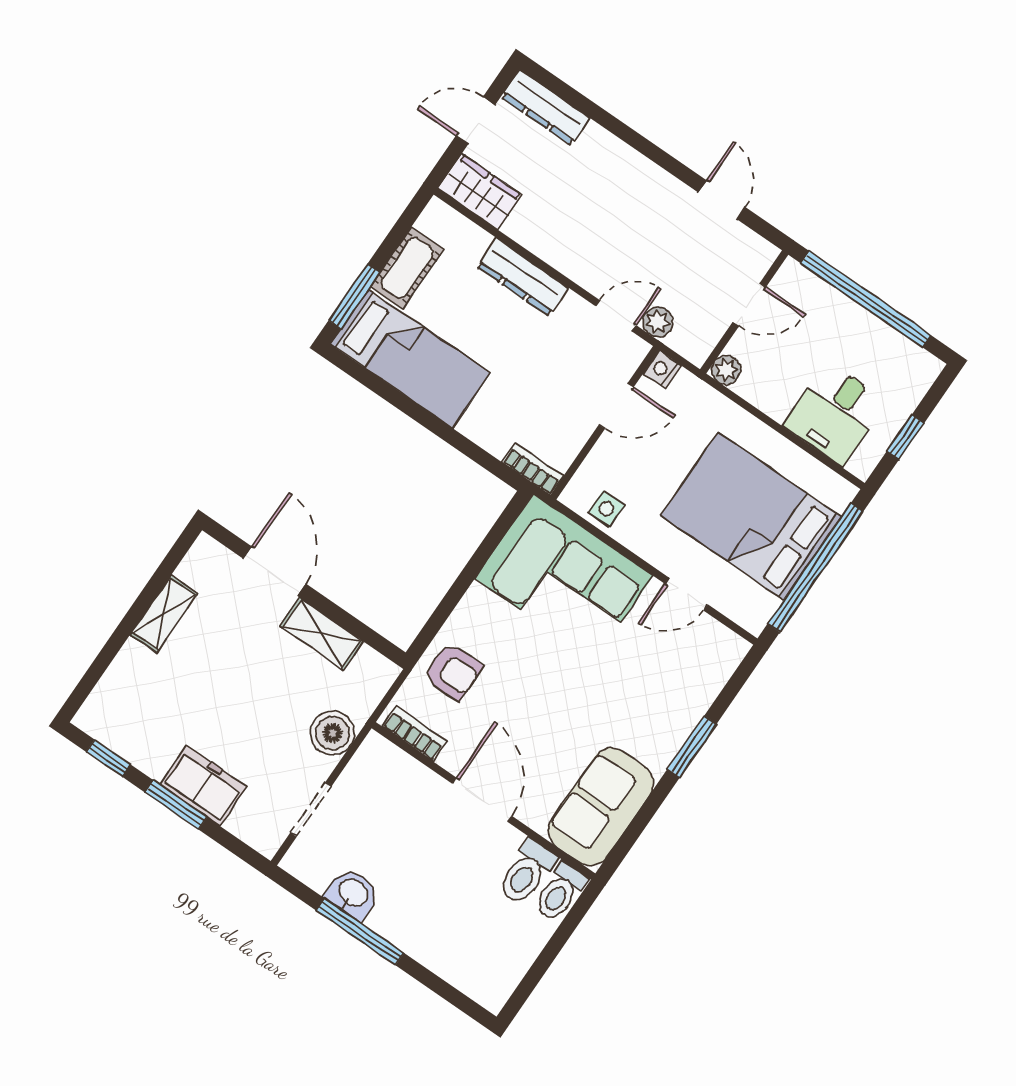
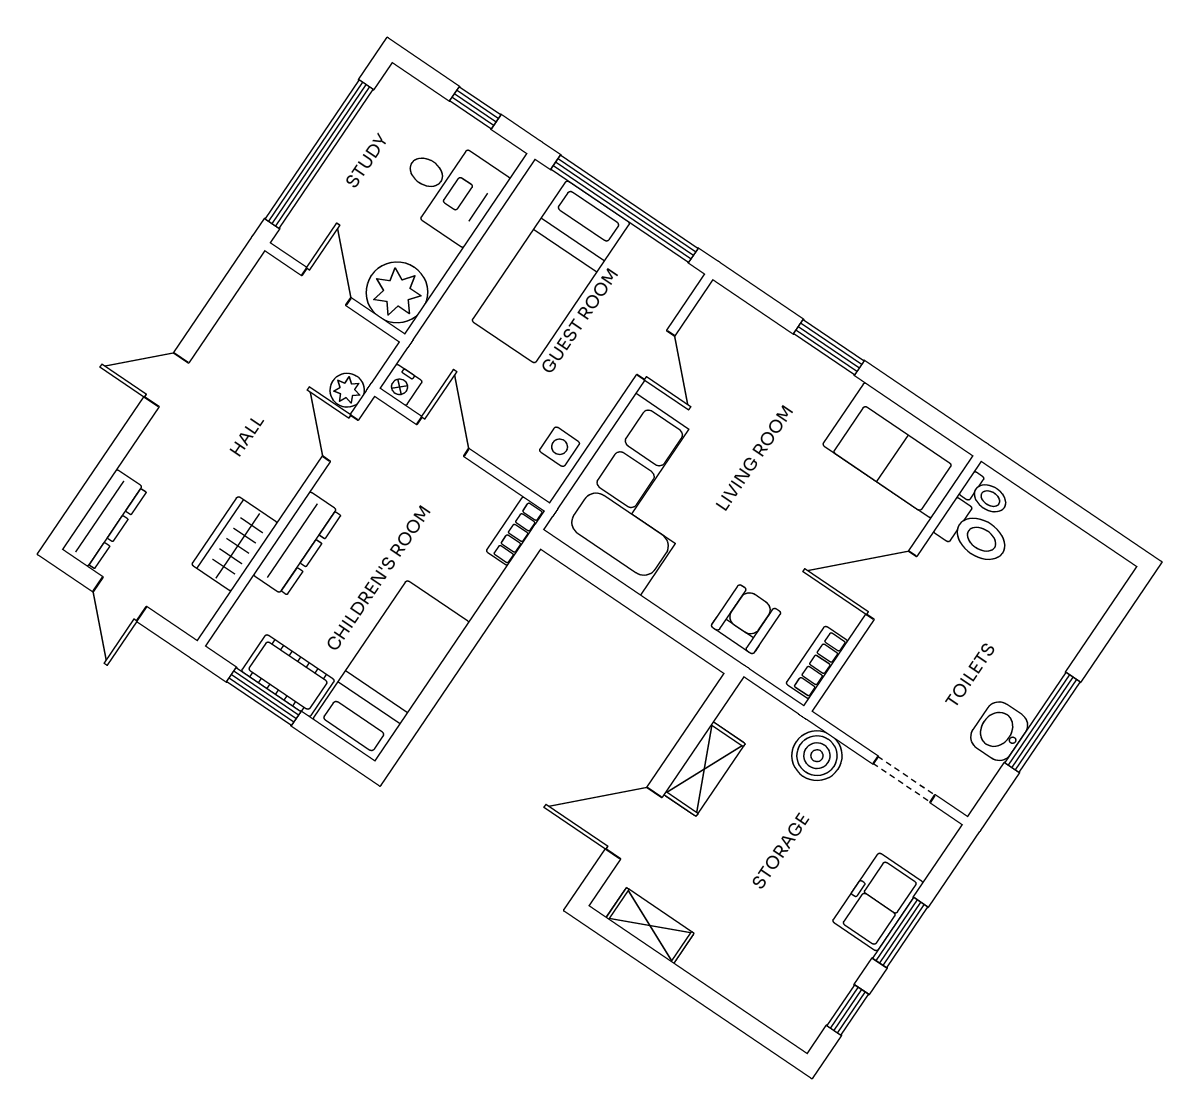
wardrobe: (480, 192) -> (235, 544), moved
door: (722, 200) -> (166, 380), moved
window: (354, 296) -> (264, 697), moved
plant: (726, 370) -> (397, 292), width x1.87, depth x1.87
bed: (751, 516) -> (551, 272), width x0.67
shelving: (164, 614) -> (650, 926), moved
toilet: (560, 892) -> (985, 495), width x0.73, depth x0.72

